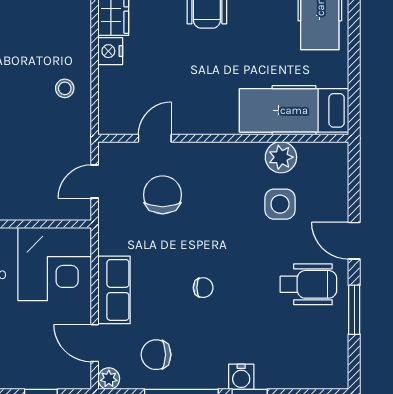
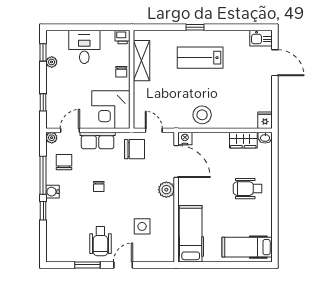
nightstand: (110, 51) -> (185, 138), moved
stool: (65, 88) -> (202, 115), width x1.89, depth x1.89
door: (155, 138) -> (176, 162), width x1.88
plant: (281, 157) -> (166, 190), moved
chair: (163, 195) -> (134, 149), moved
water cooler: (241, 377) -> (52, 192), moved

